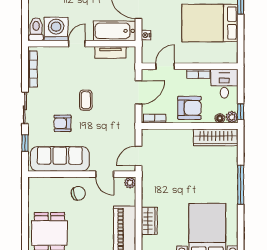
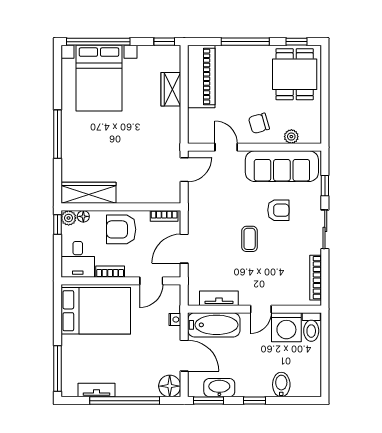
bed: (210, 23) -> (96, 311), moved
plant: (130, 183) -> (291, 137), moved

